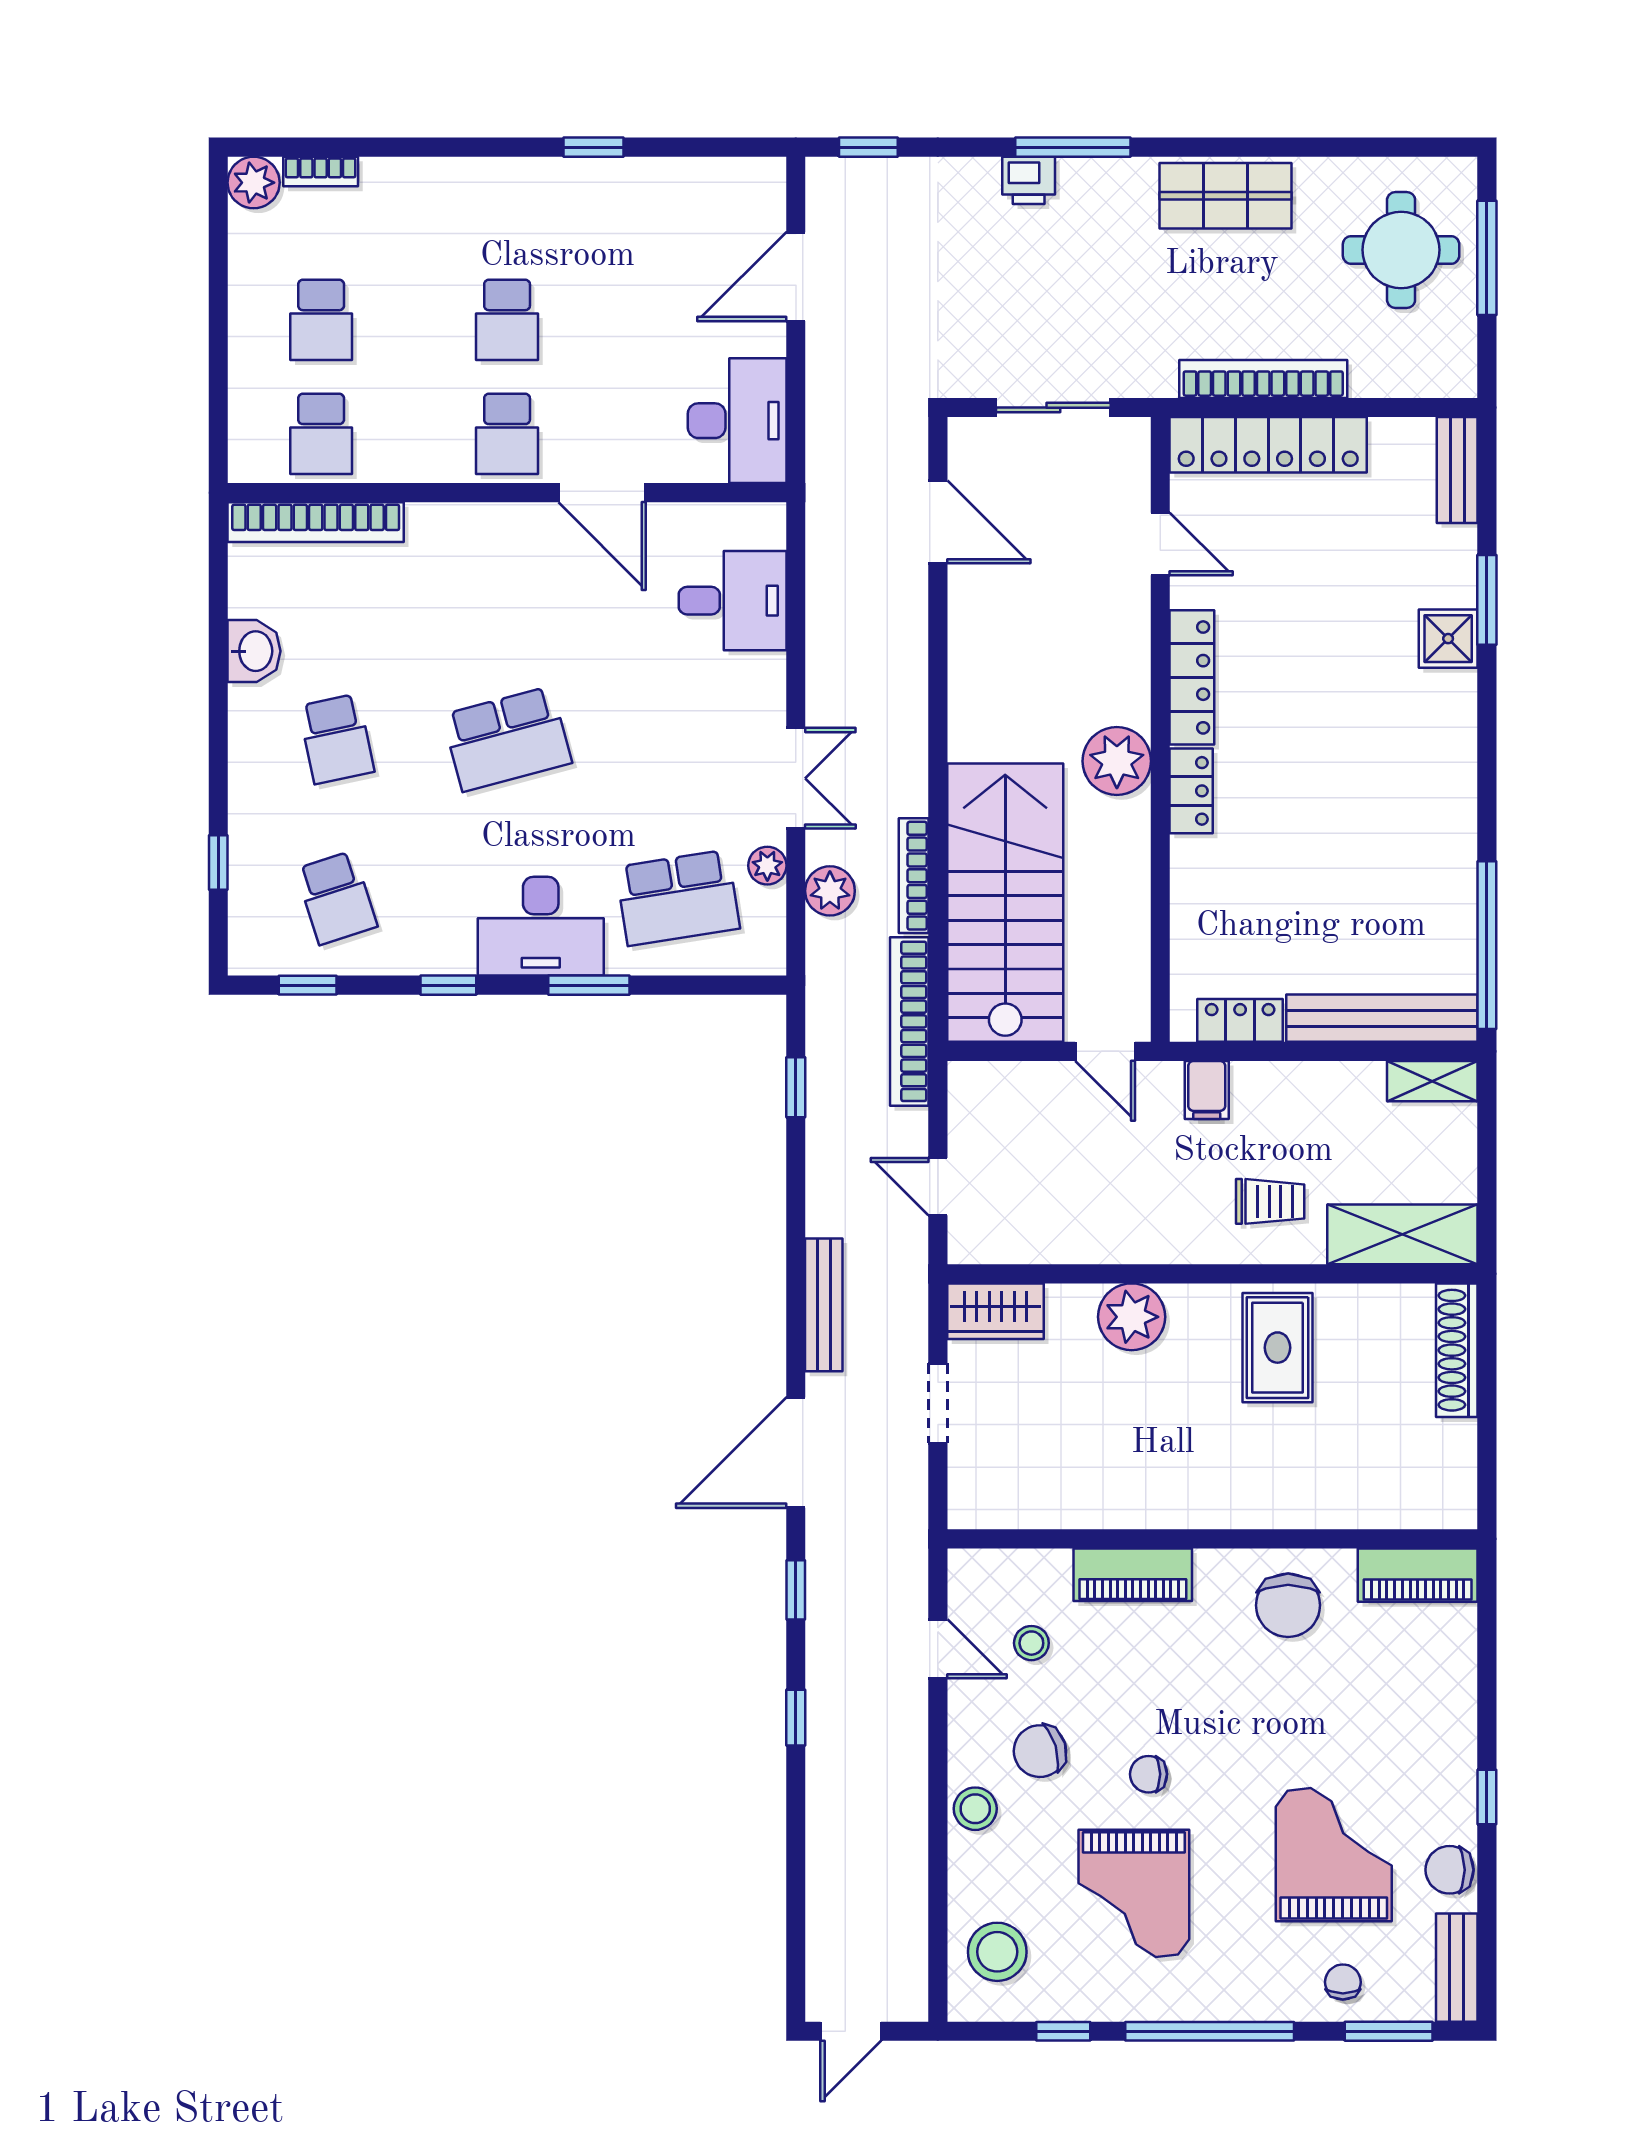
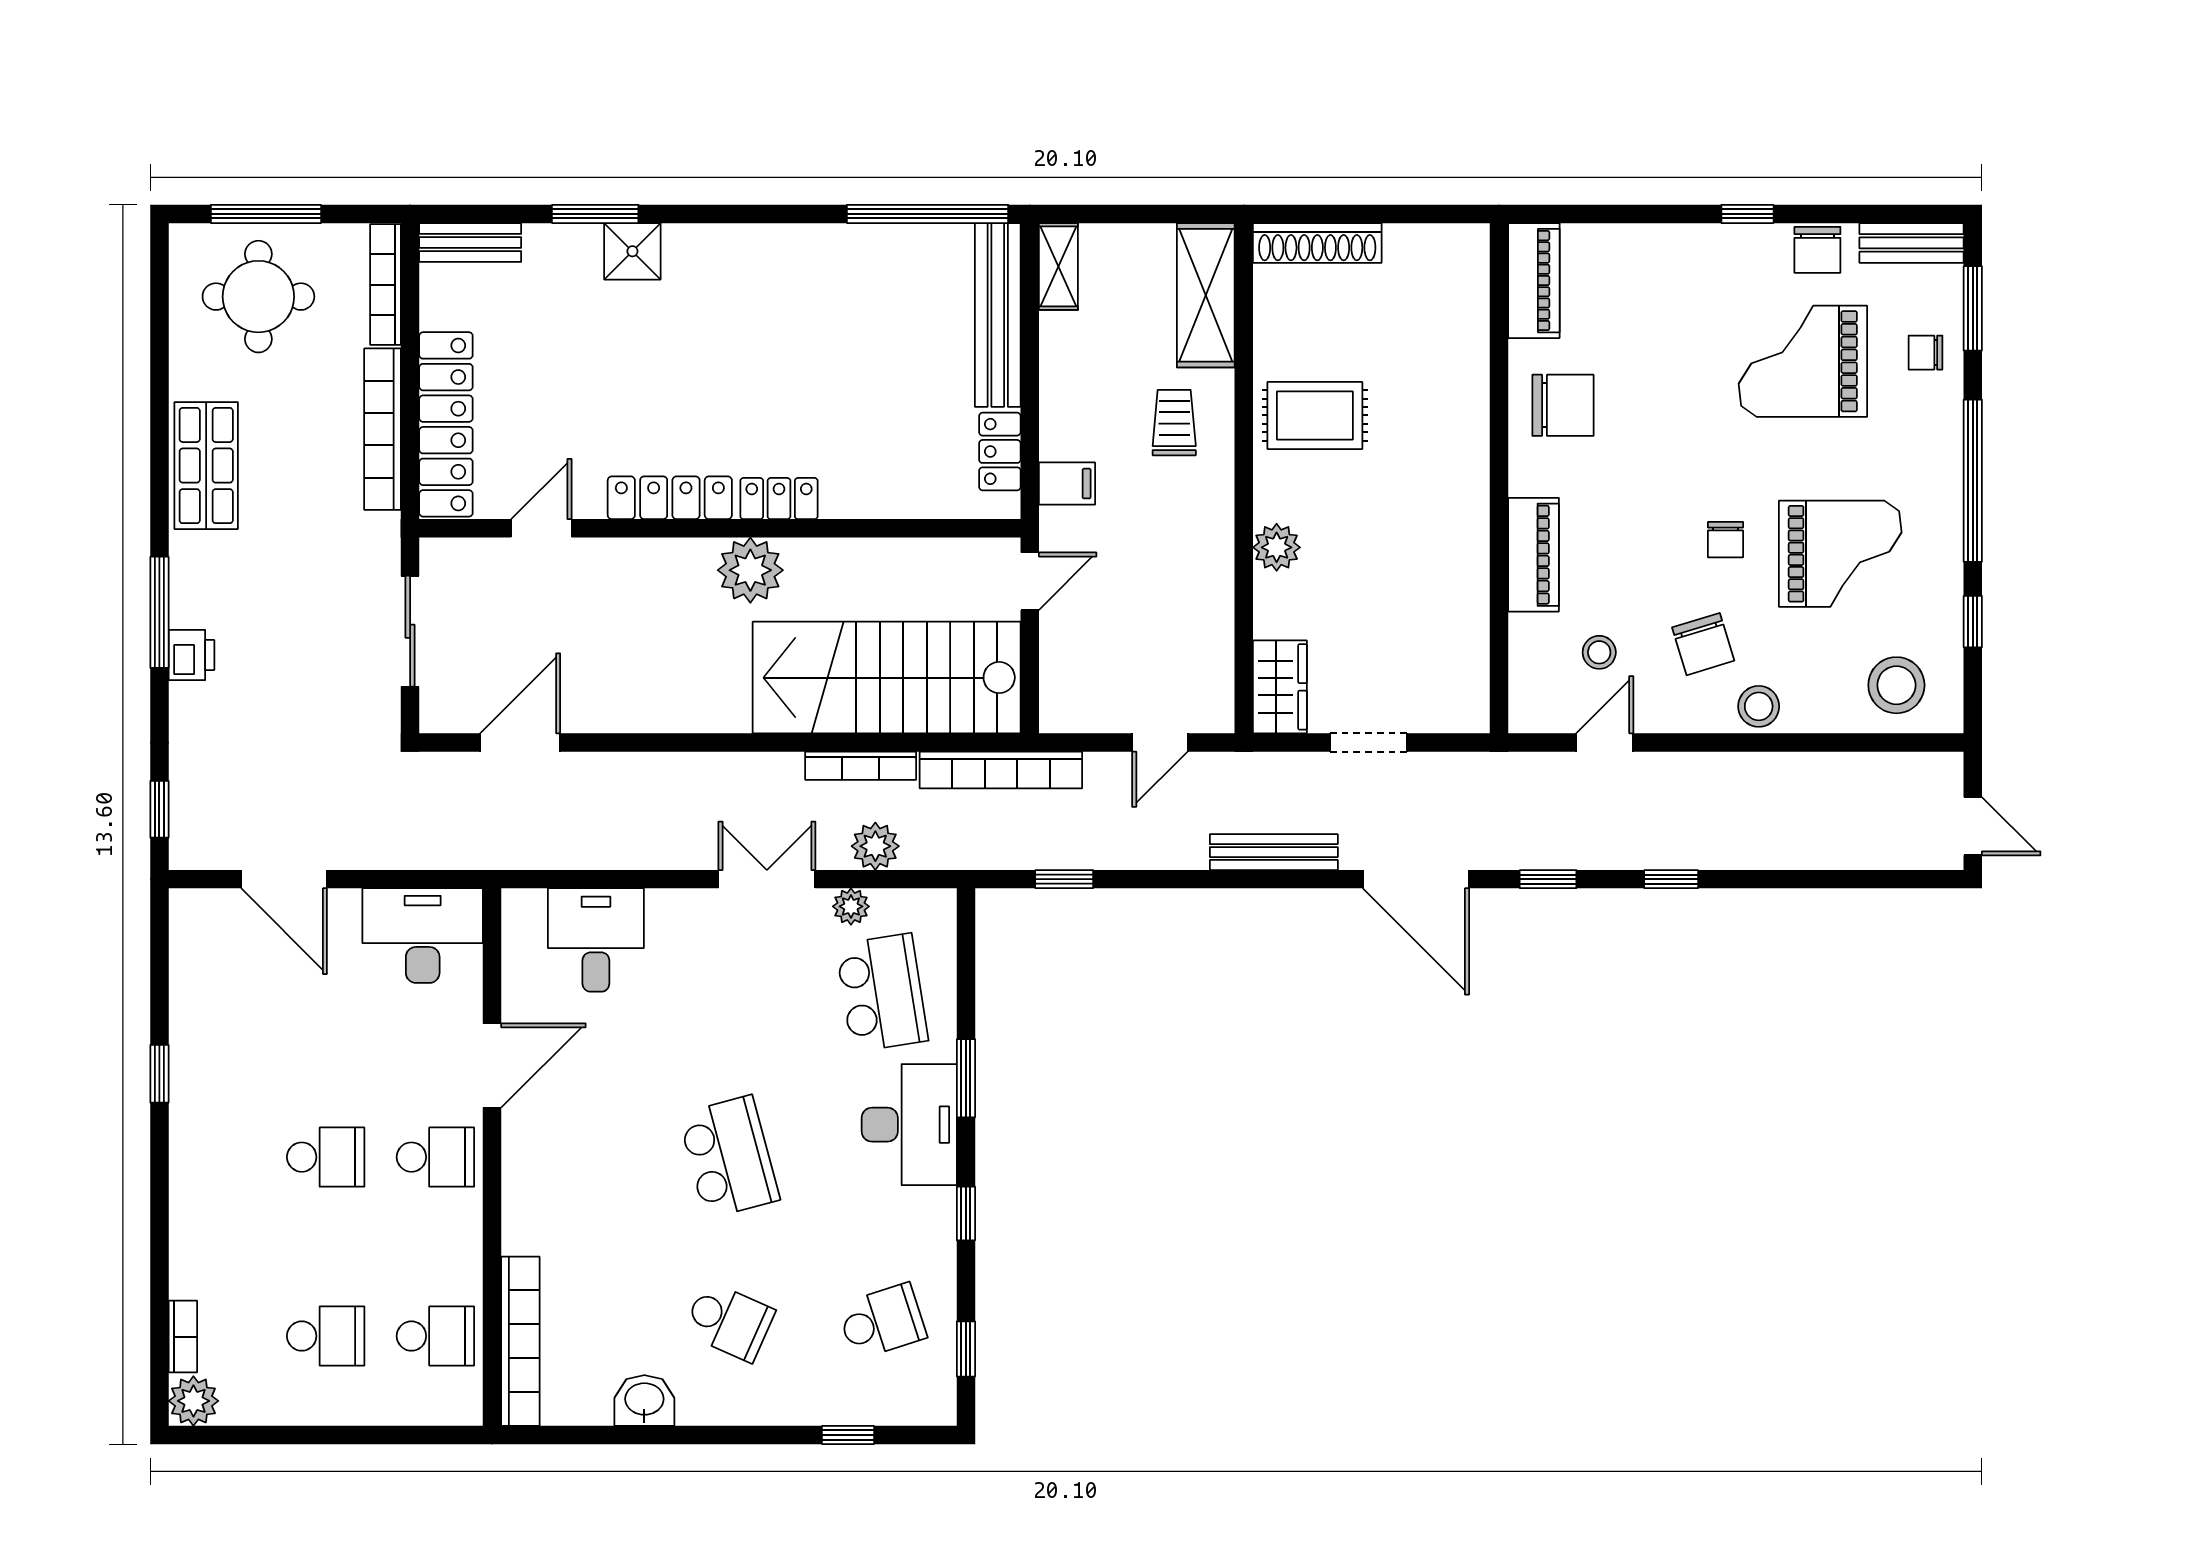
bookcase: (1414, 382) -> (385, 285), added
school desk: (336, 739) -> (729, 1321), turned 36
plant: (1132, 1317) -> (1277, 547), width x0.73, depth x0.73

